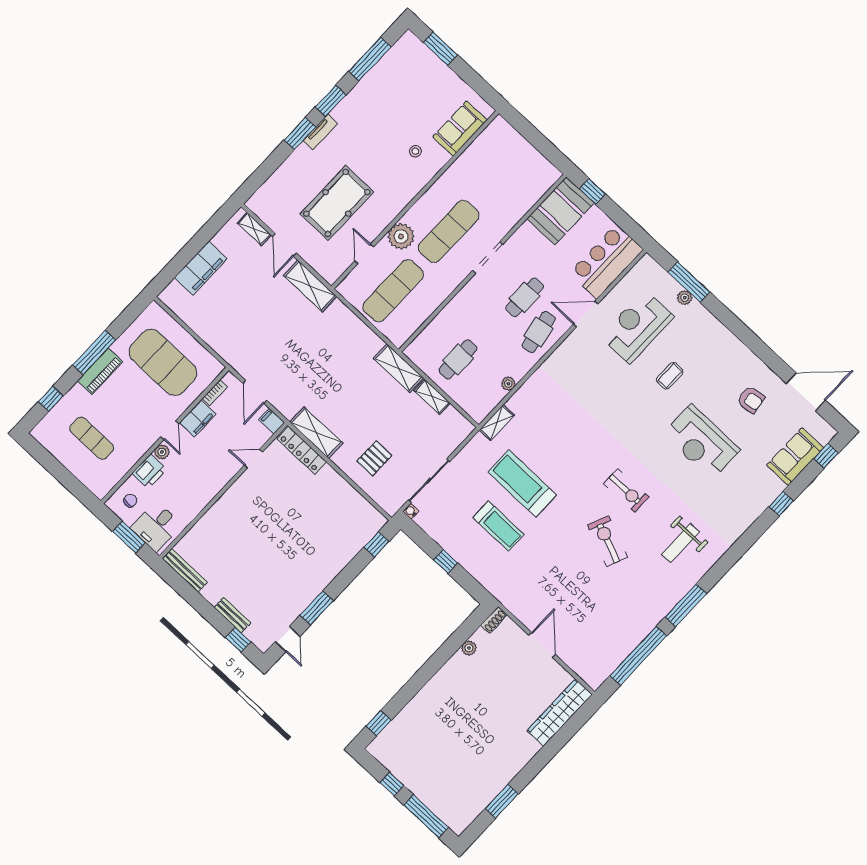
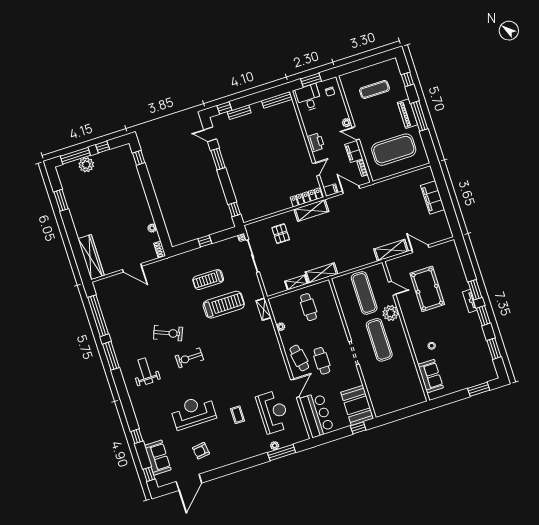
window: (370, 59) -> (494, 349), width x0.69
shelving: (254, 229) -> (438, 237), removed
printer: (149, 471) -> (316, 142), moved, turned 180
plant: (430, 793) -> (86, 165), added

